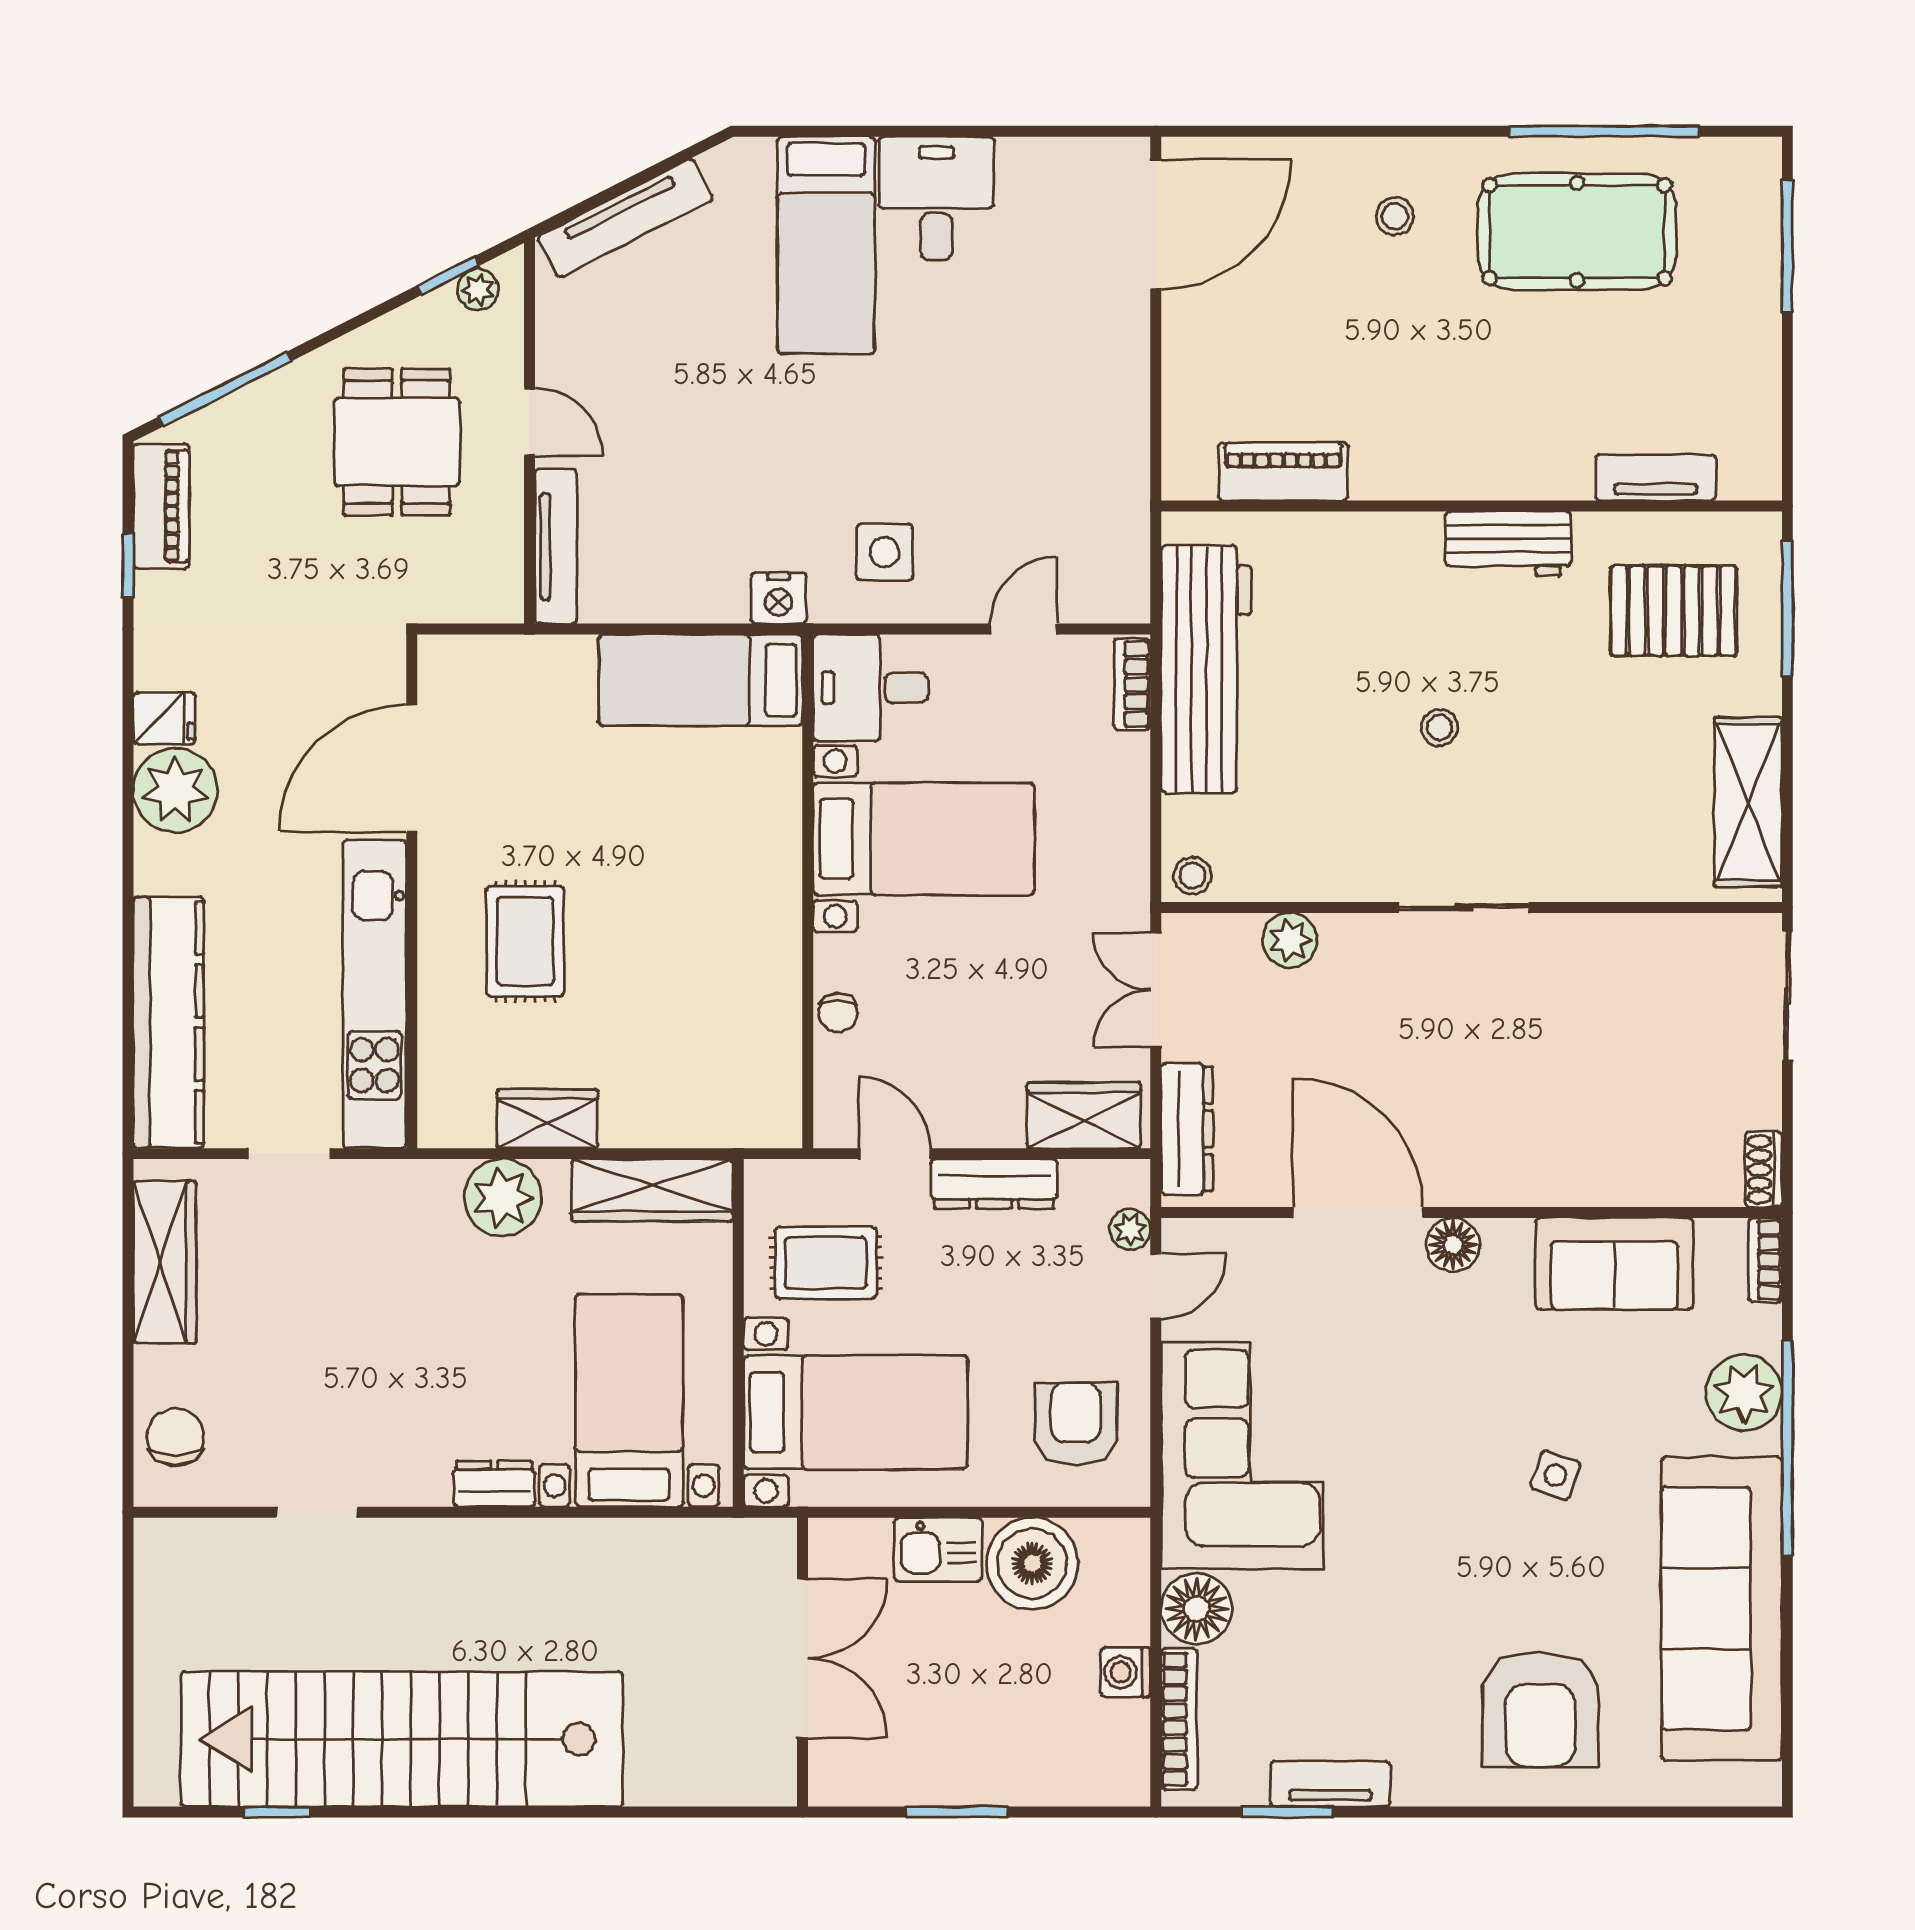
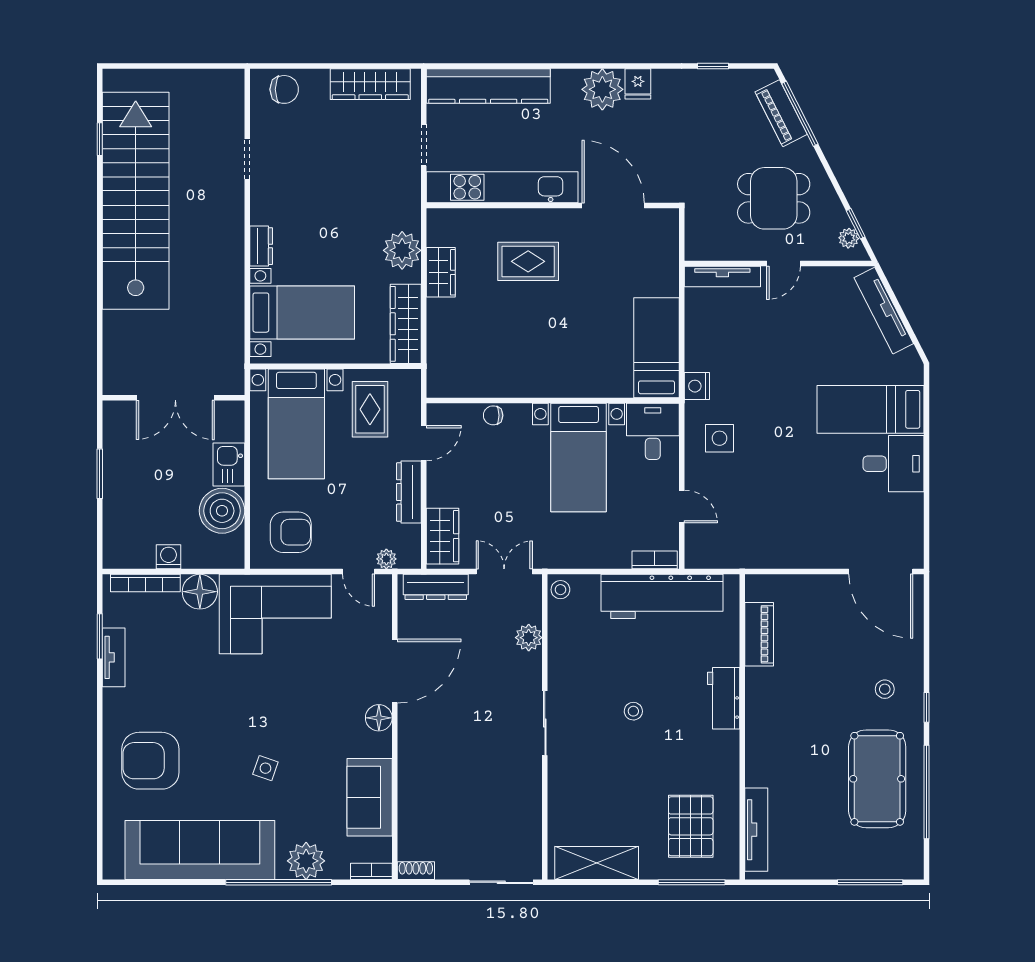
window: (1432, 131) -> (927, 707), added
tv unit: (1656, 478) -> (756, 830), width x1.41
piano: (161, 506) -> (781, 113), moved, turned 63
workbench: (1508, 544) -> (724, 698), moved

